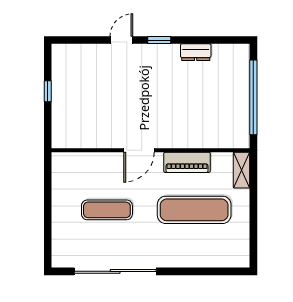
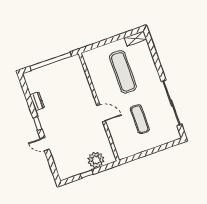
plant: (65, 114) -> (96, 160), added
piano: (187, 162) -> (99, 85), removed
shelving: (242, 170) -> (135, 39), moved

